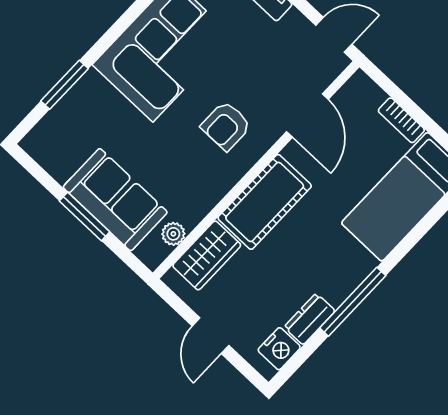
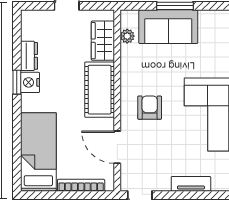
bookcase: (401, 120) -> (81, 185), width x1.56
window: (353, 302) -> (17, 82), width x0.46
nightstand: (279, 349) -> (30, 82), moved

